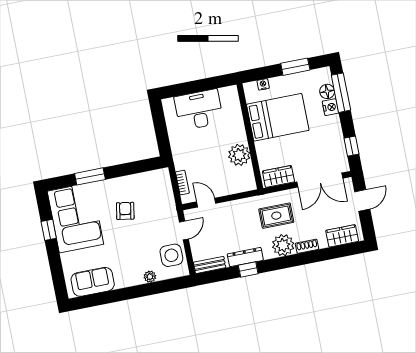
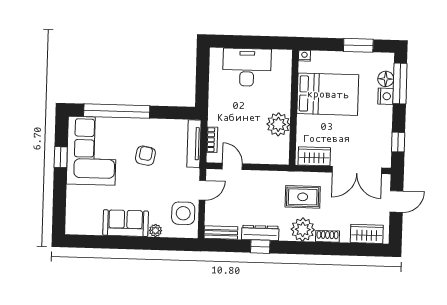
nightstand: (263, 84) -> (304, 56), moved
window: (90, 176) -> (117, 111), width x2.11
tv unit: (167, 190) -> (194, 144), added
sofa: (93, 282) -> (126, 223), moved

